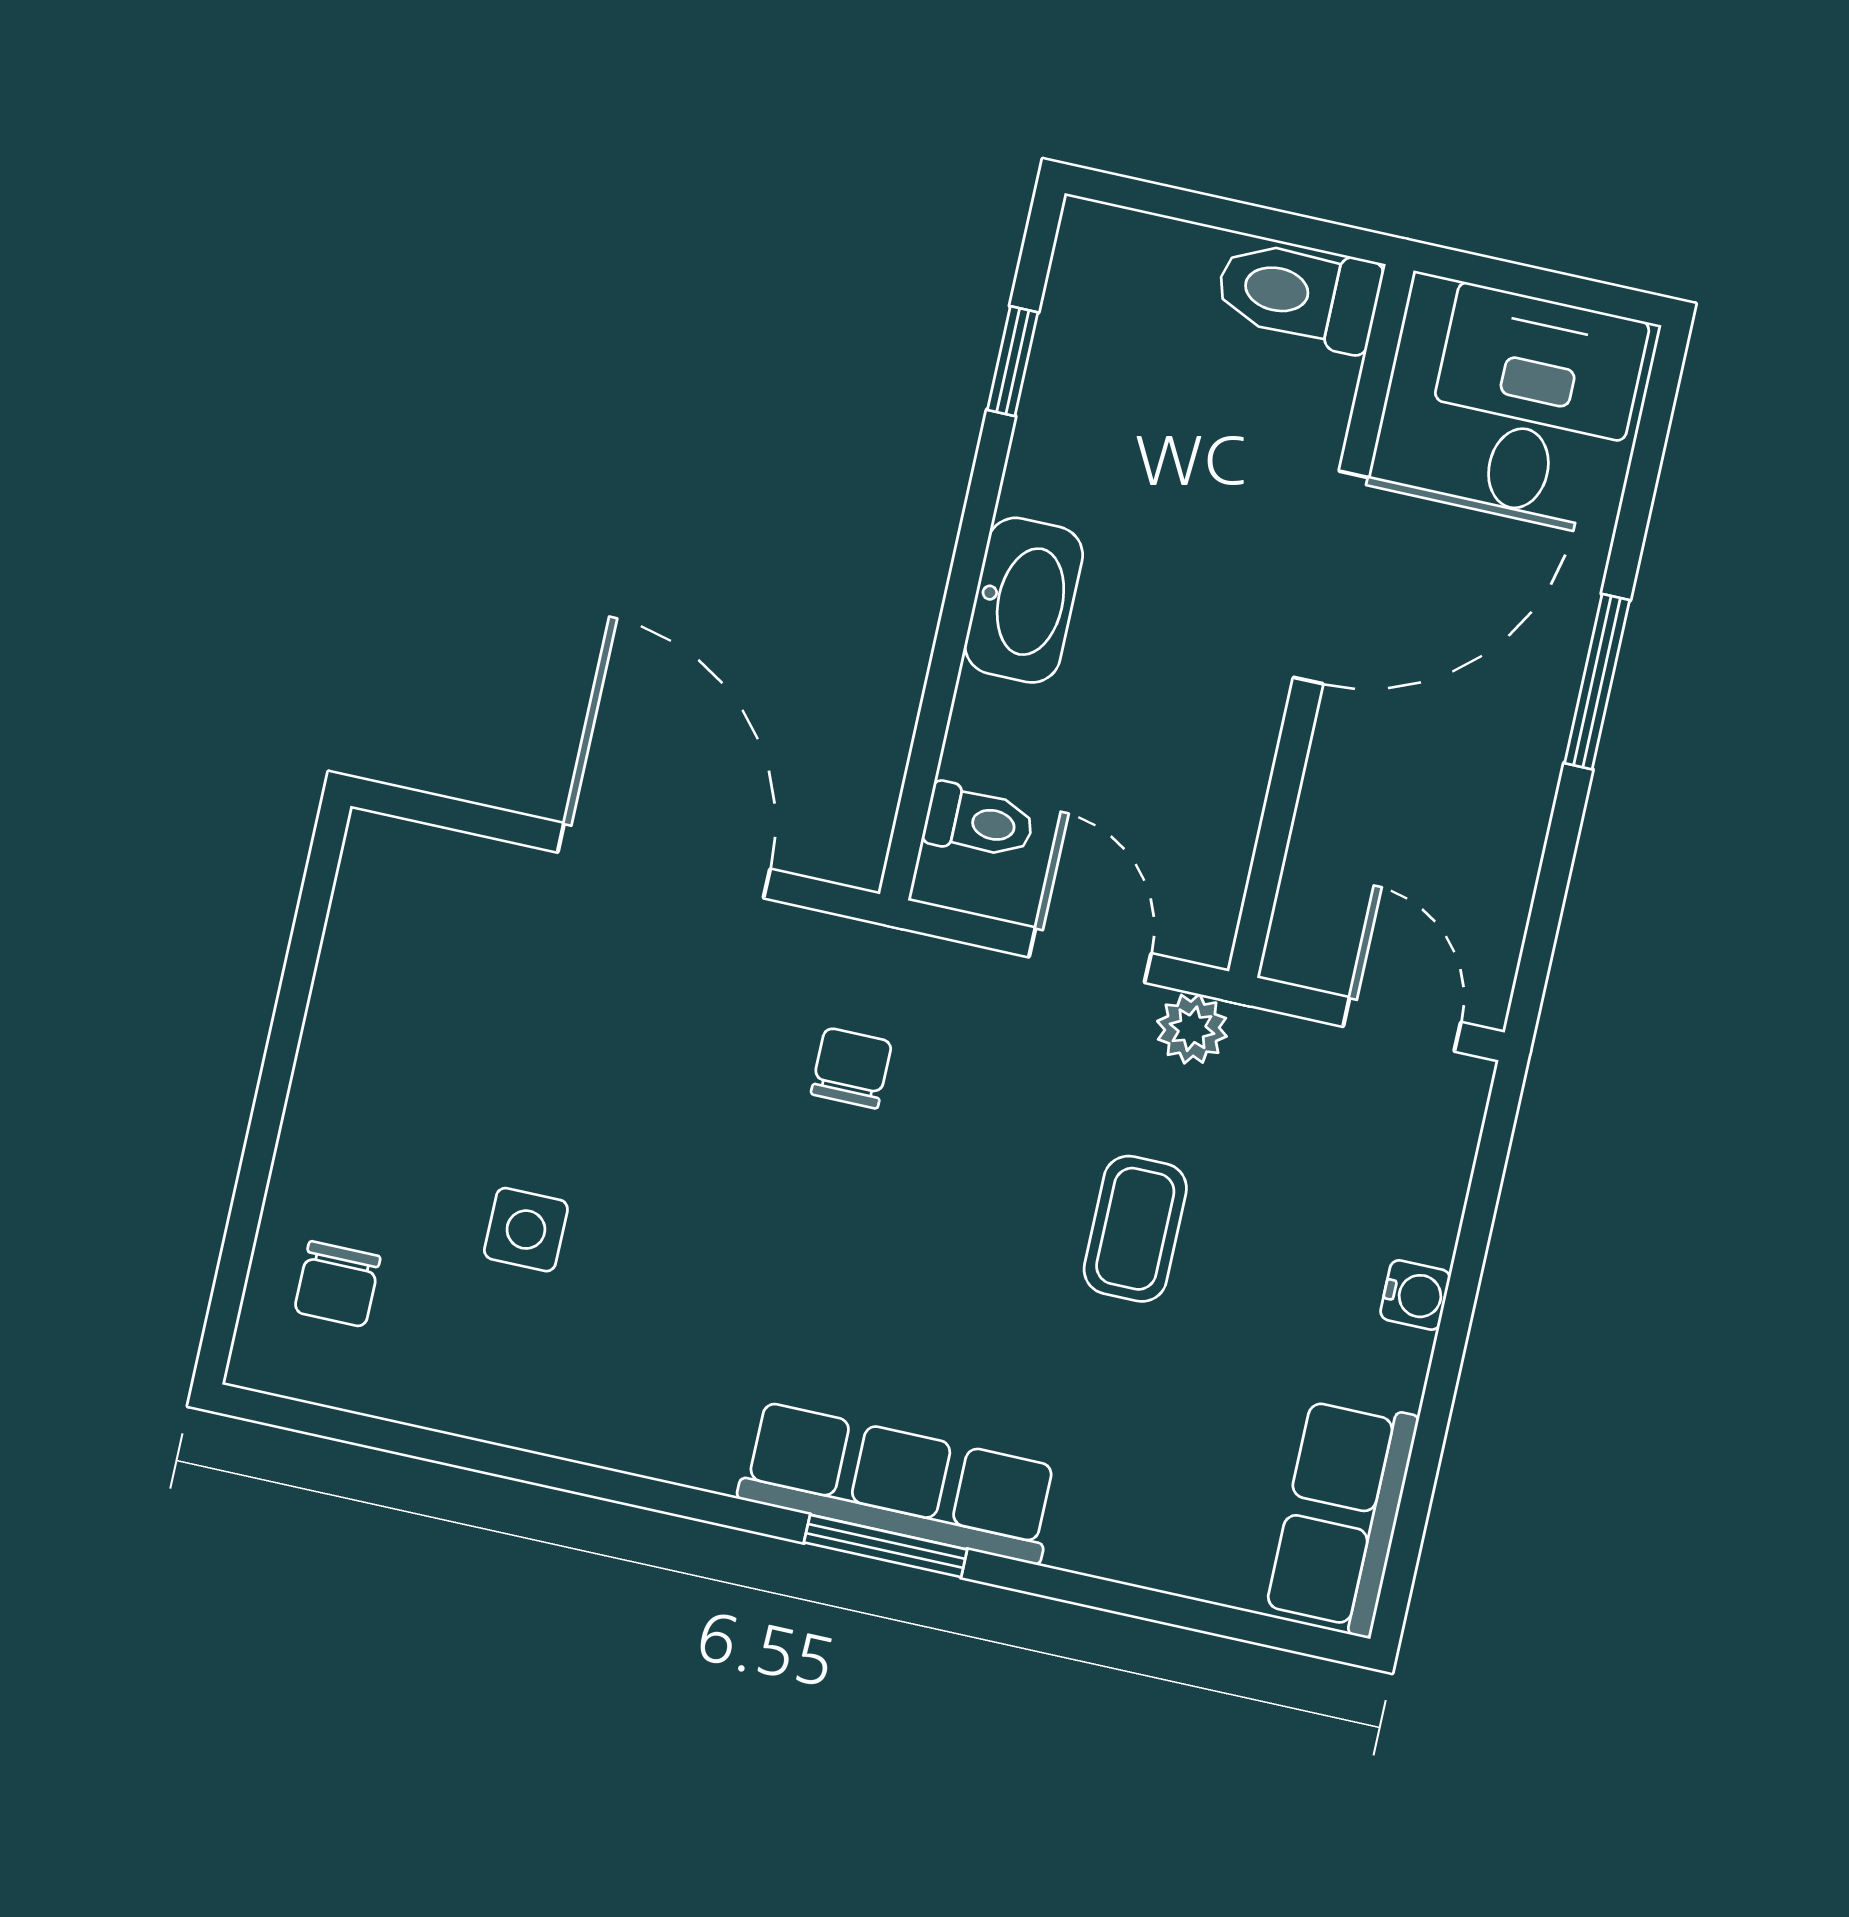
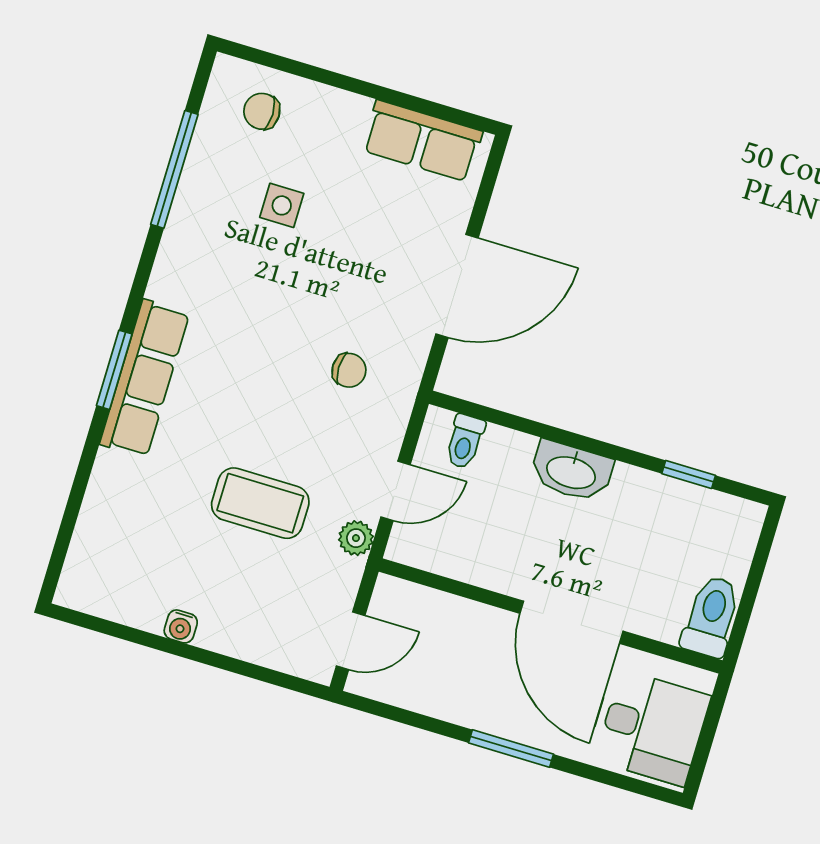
coffee table: (1135, 1229) -> (260, 503), width x1.36, depth x1.30
water cooler: (1415, 1295) -> (181, 626), moved
window: (469, 1454) -> (174, 169), added
row of seats: (1342, 1516) -> (422, 141), moved, turned 180

